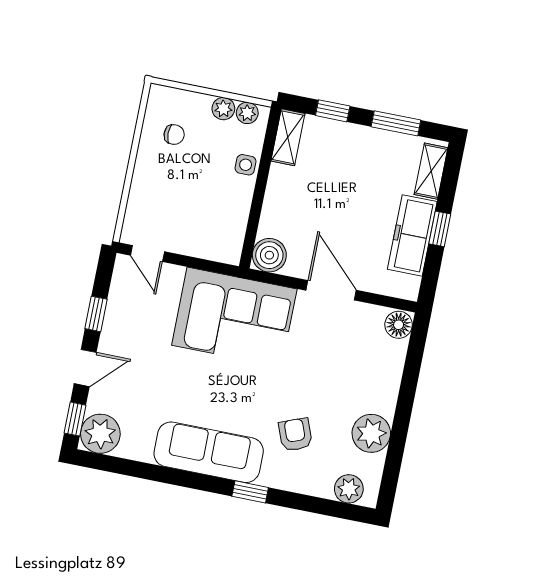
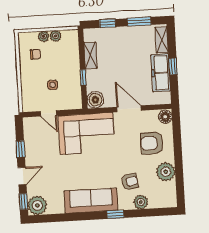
plant: (247, 113) -> (44, 36), moved
shelving: (288, 137) -> (90, 55), moved
side table: (246, 165) -> (53, 85), moved
window: (257, 205) -> (83, 77), added
door: (147, 253) -> (48, 113), moved
armchair: (359, 370) -> (152, 143), added
armchair: (295, 435) -> (130, 182), turned 101
plant: (349, 489) -> (141, 202), moved

